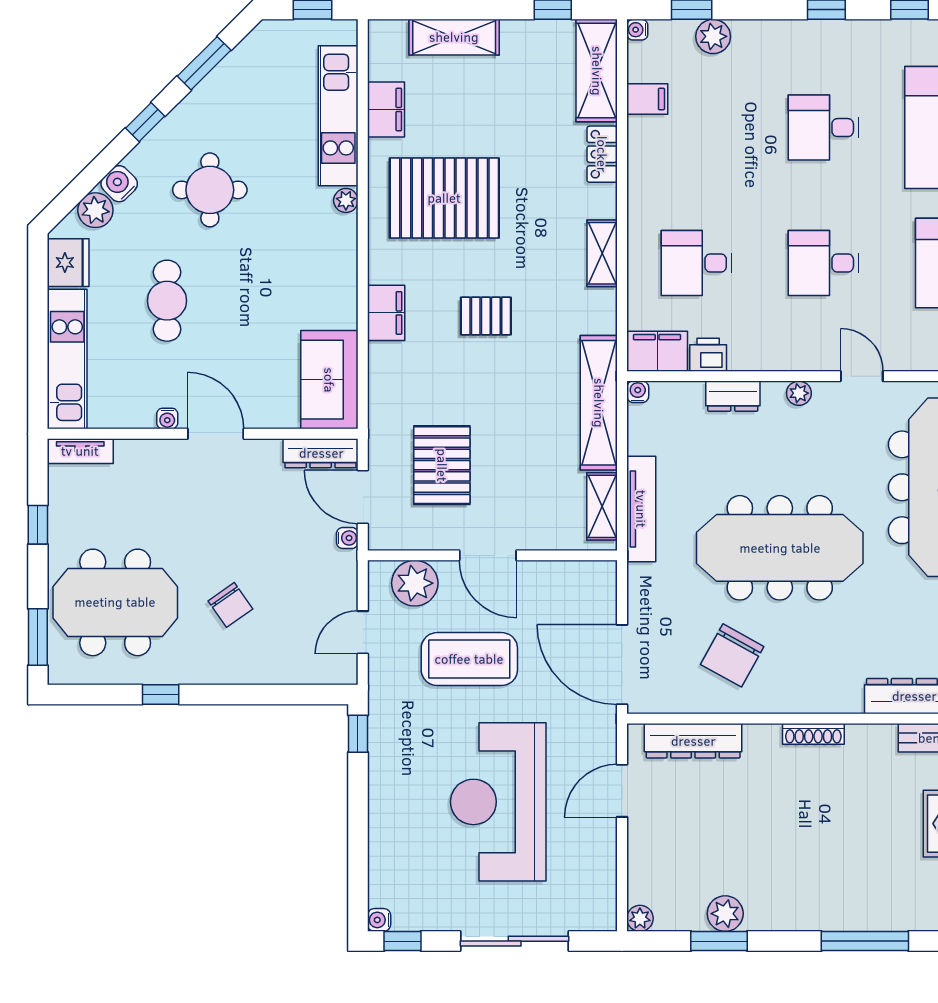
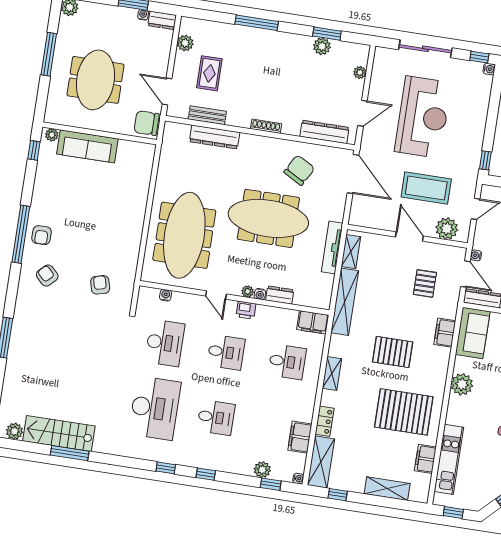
filing cabinet: (647, 99) -> (300, 437), width x2.00
plant: (346, 200) -> (462, 384), moved, width x1.88, depth x1.88
filing cabinet: (386, 313) -> (445, 333), moved
pallet: (486, 316) -> (393, 352), width x1.50, depth x1.42
printer: (708, 355) -> (246, 310), moved
water cooler: (638, 392) -> (260, 294), moved
pallet: (442, 465) -> (425, 283), width x0.67, depth x0.71
plant: (640, 918) -> (360, 72), moved

